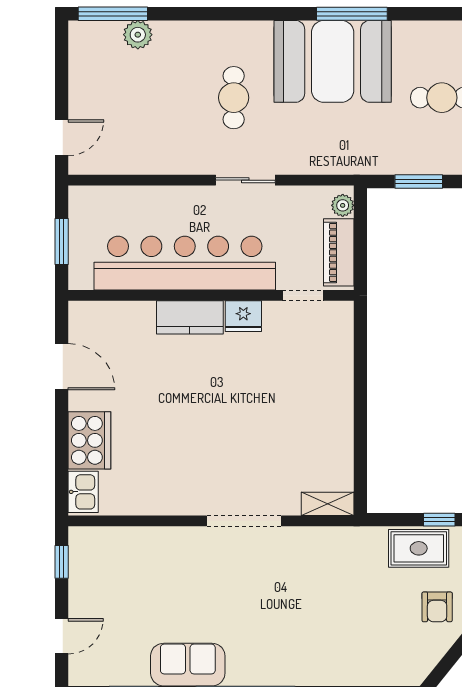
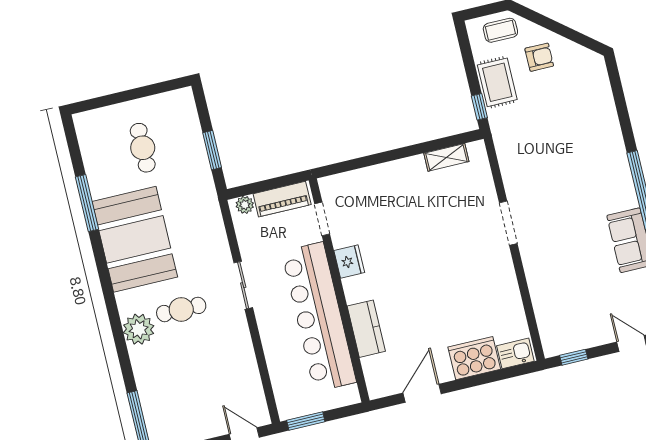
window: (352, 14) -> (87, 203), moved
plant: (138, 35) -> (139, 329), moved, width x1.36, depth x1.36
window: (62, 242) -> (306, 421), moved
kitchen counter: (190, 317) -> (366, 329), moved
shelving: (328, 504) -> (446, 157), moved, turned 90
window: (439, 520) -> (479, 107), moved
doorway: (244, 521) -> (508, 223), width x0.73

